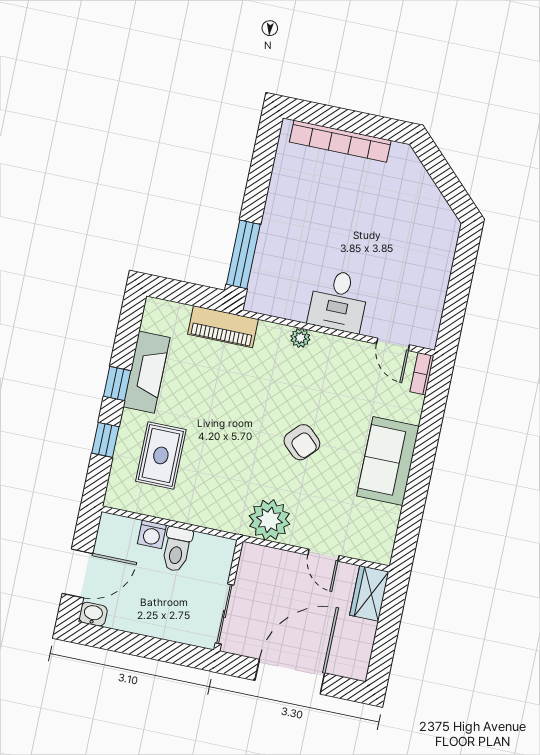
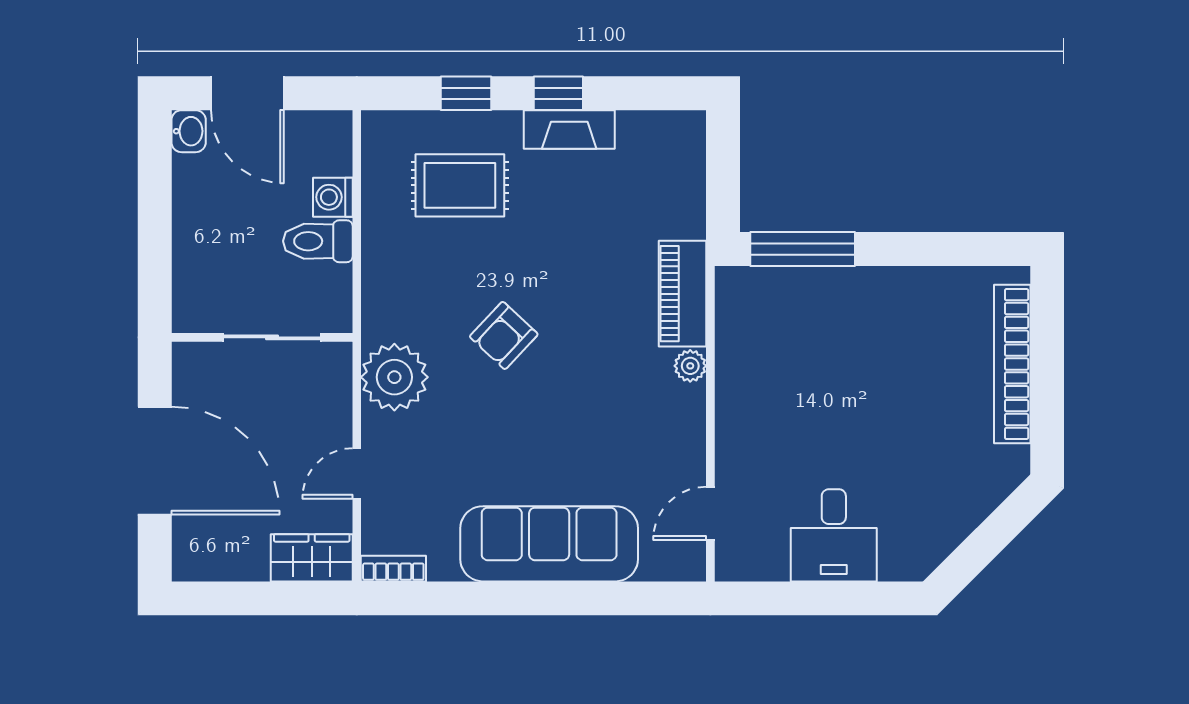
desk: (338, 301) -> (834, 535), moved, turned -90
piano: (223, 327) -> (682, 294), moved
fireplace: (146, 372) -> (569, 129), width x0.73, depth x0.76
bookcase: (422, 374) -> (393, 569), moved
armchair: (302, 442) -> (504, 335), moved
sofa: (388, 461) -> (549, 544), width x1.36
sliding door: (224, 614) -> (272, 337), moved

